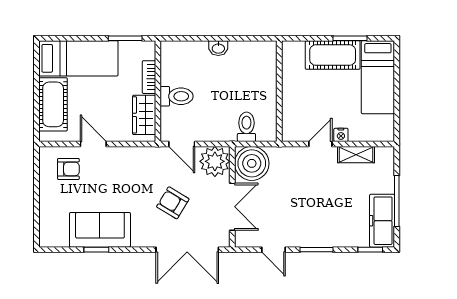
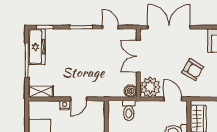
shelving: (356, 155) -> (41, 92), moved
boiler: (252, 163) -> (131, 91), width x0.54, depth x0.54
armchair: (173, 203) -> (193, 70), moved

